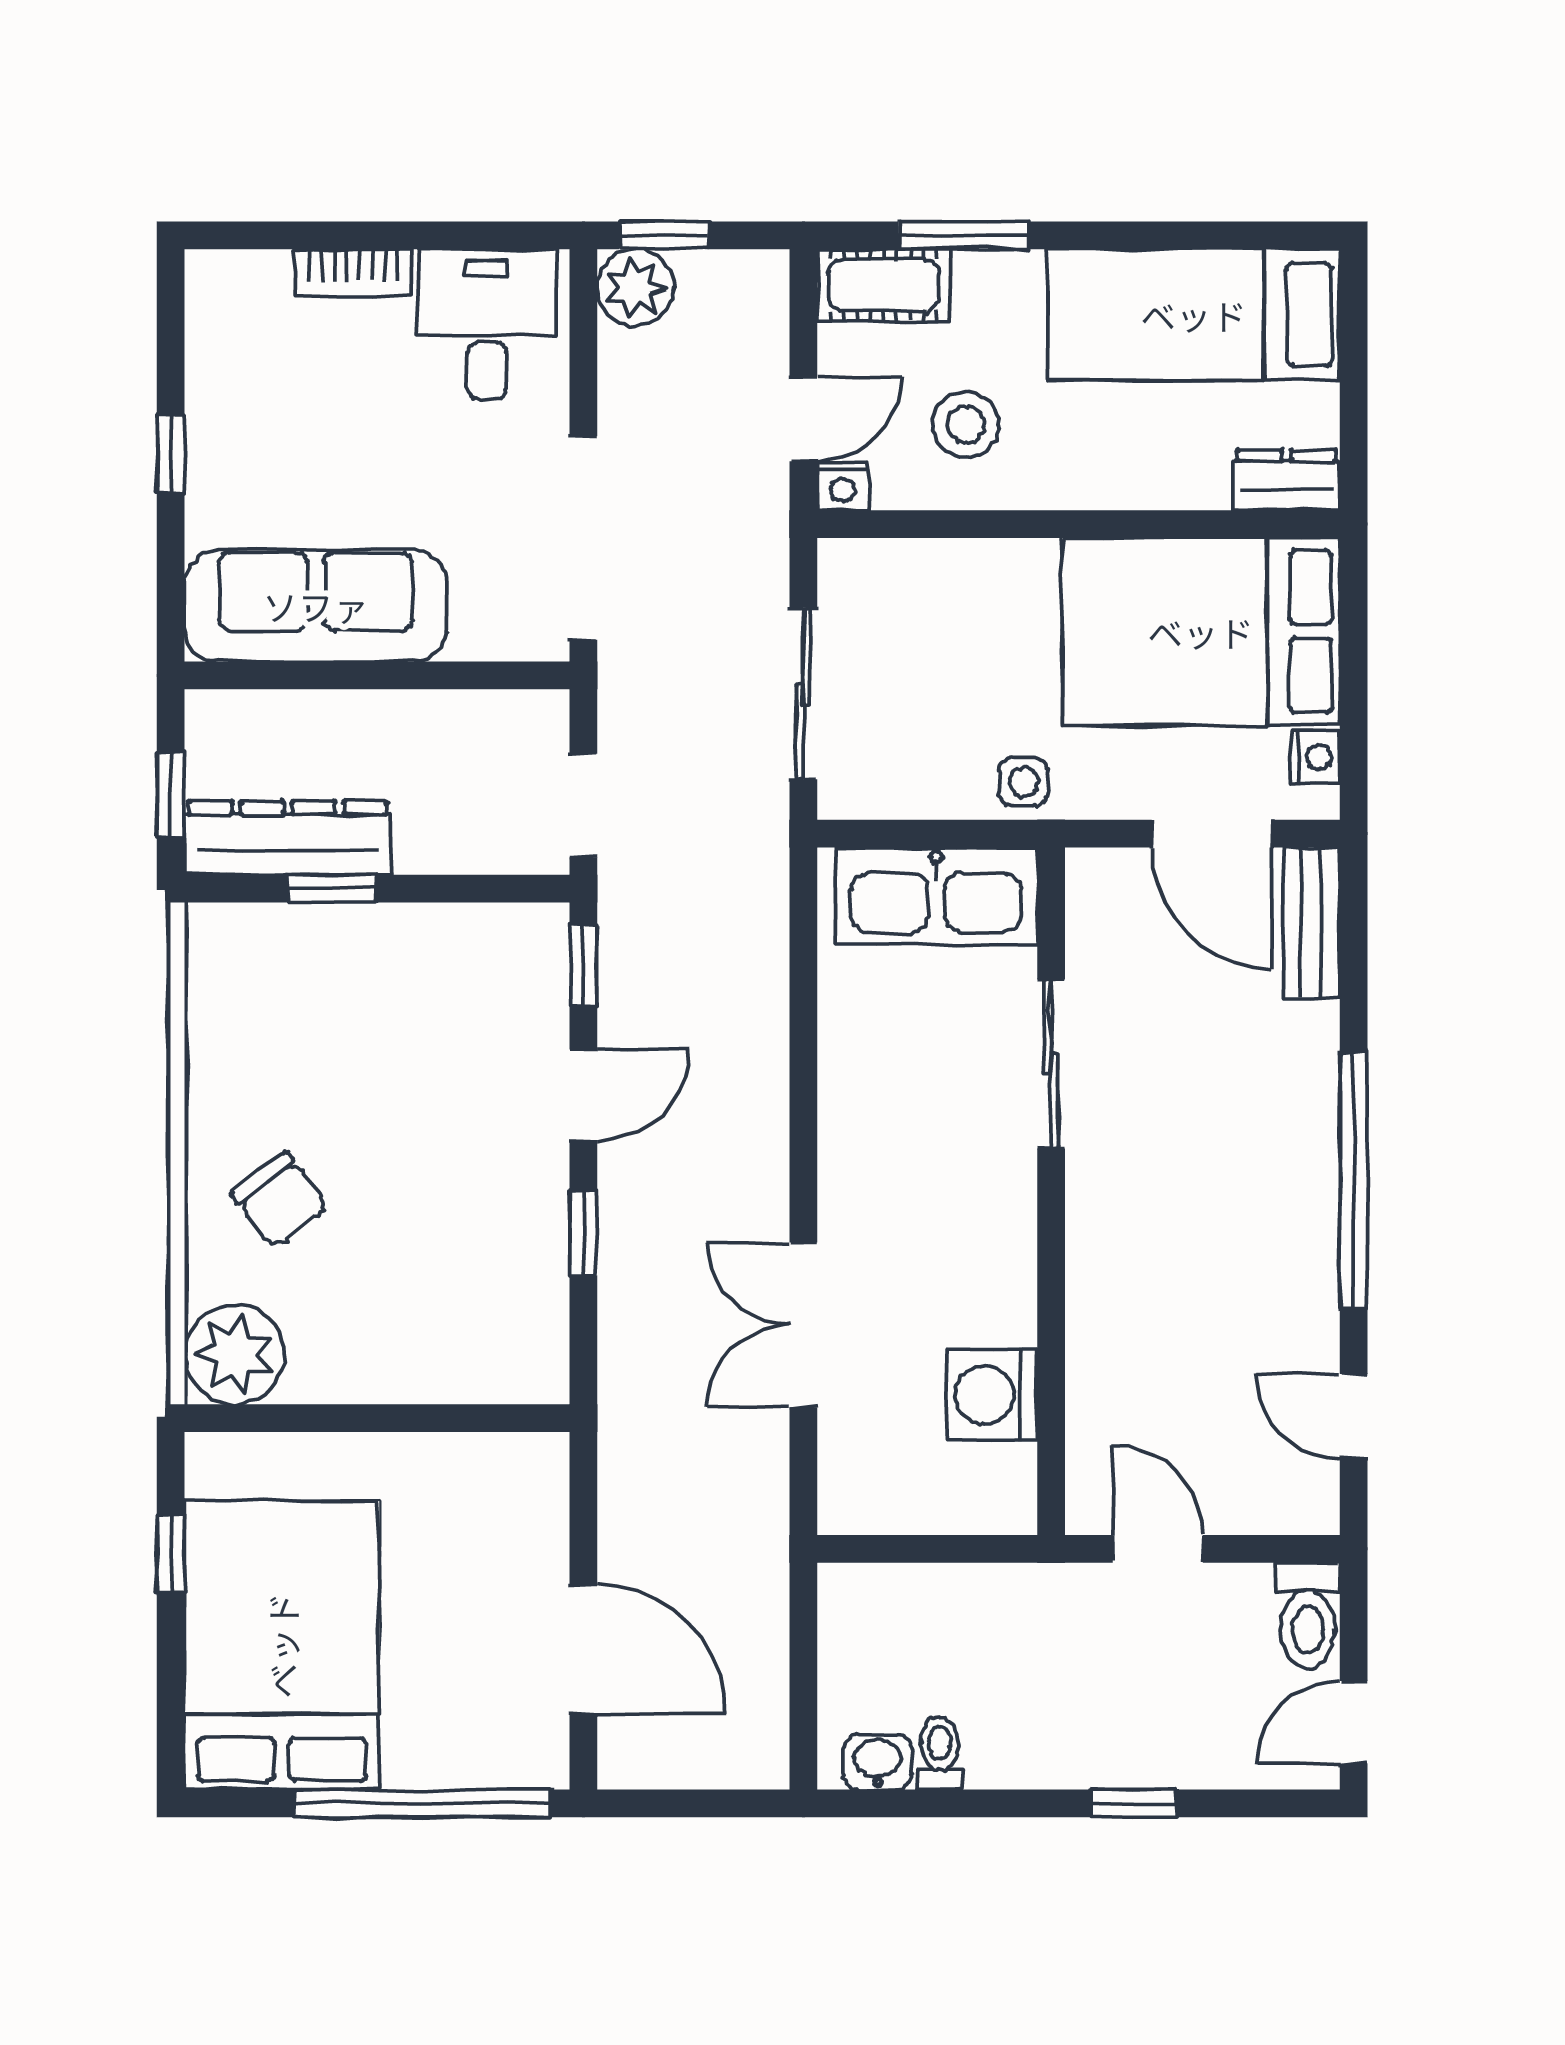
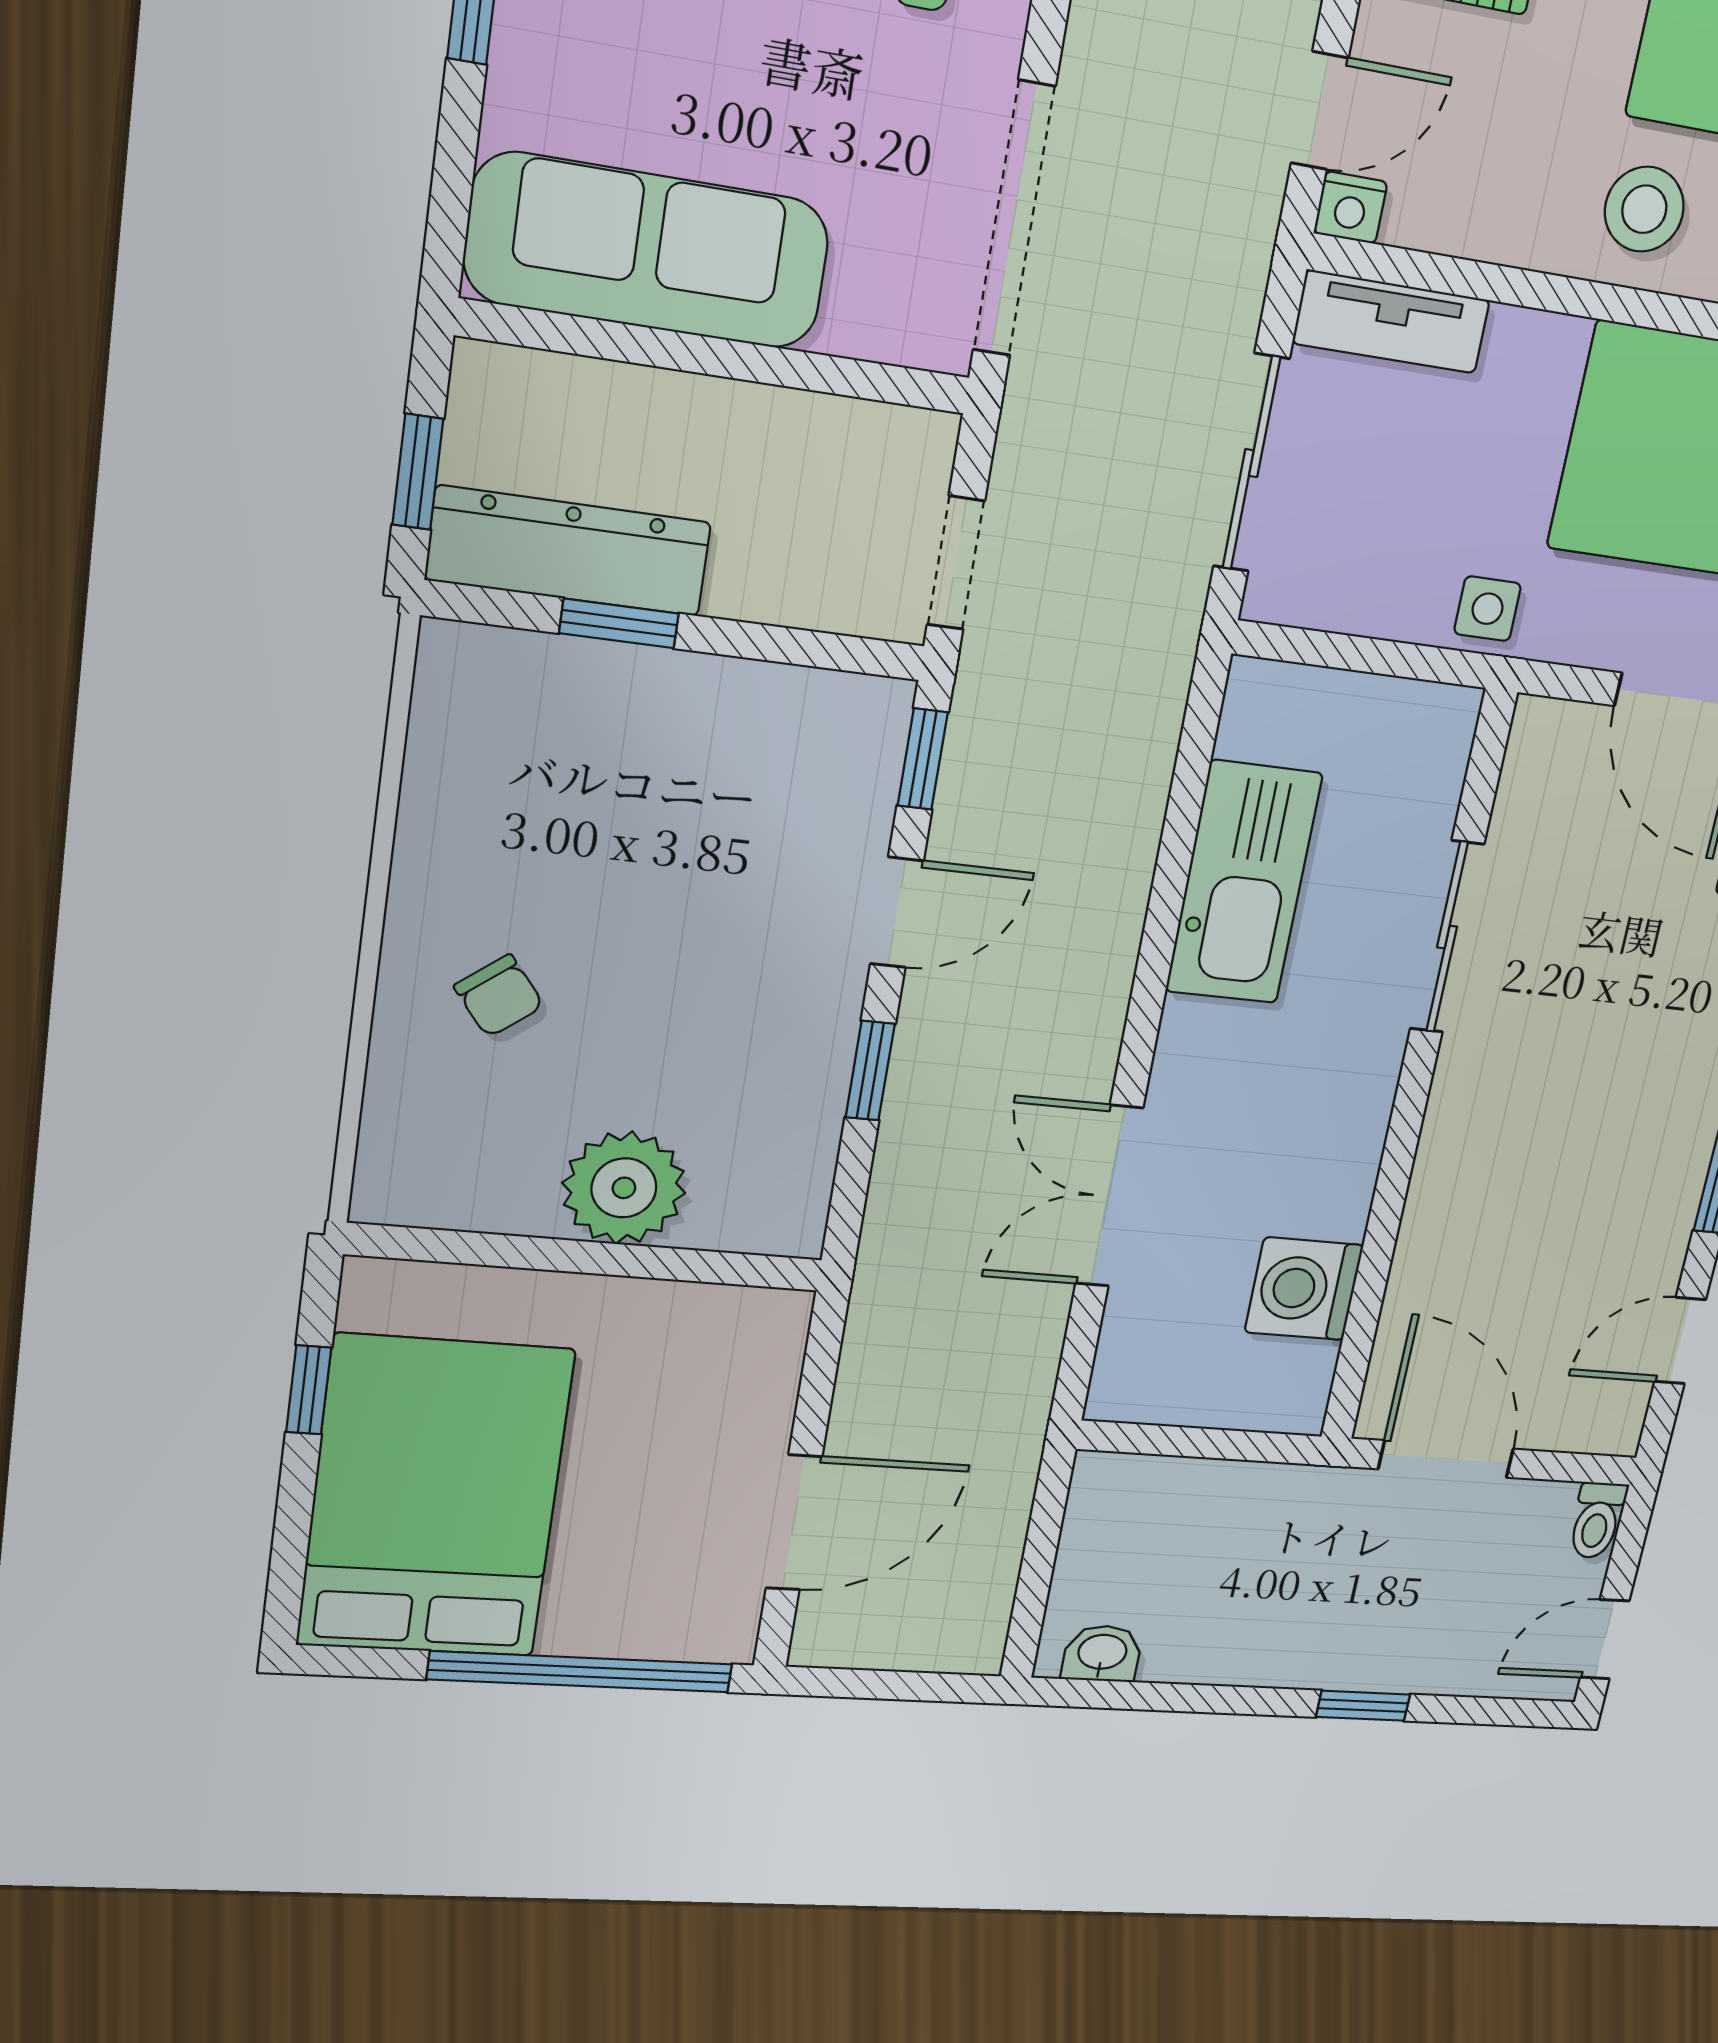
stool: (966, 425) -> (1644, 209), moved
tv unit: (894, 567) -> (1391, 322), added
kitchen sink: (936, 896) -> (1244, 883), moved, turned -90
chair: (280, 1200) -> (499, 996), width x0.73, depth x0.73
plant: (235, 1354) -> (624, 1188), moved
door: (1354, 1416) -> (1680, 1341), hinge flipped
door: (1158, 1549) -> (1446, 1459), width x1.38
toilet: (1308, 1615) -> (1597, 1520), width x0.73, depth x0.72
door: (583, 1649) -> (794, 1523), hinge flipped
toilet: (940, 1753) -> (1171, 1648), removed

